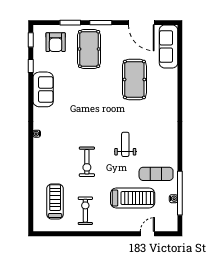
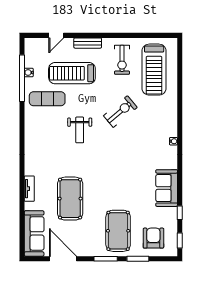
tv unit: (173, 89) -> (29, 189), added
exercise bike: (87, 162) -> (120, 112), turned 50
treadmill: (55, 201) -> (154, 70), width x1.37, depth x1.38
bench: (118, 227) -> (88, 43), added

